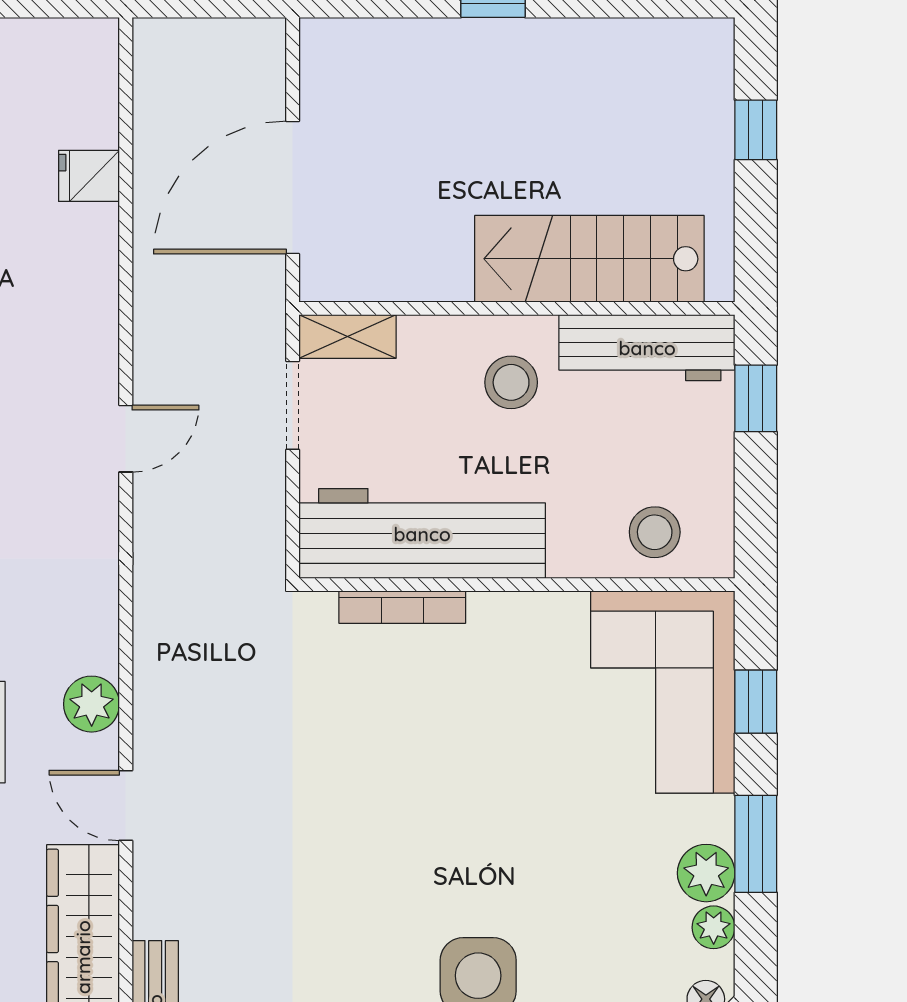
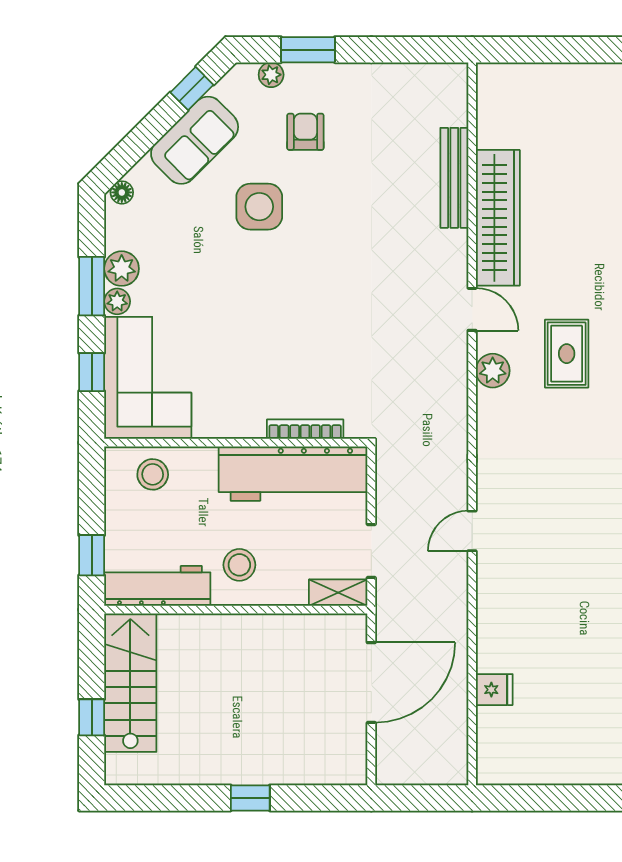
stairs: (589, 259) -> (130, 683), moved, turned -90
plant: (714, 927) -> (117, 301), moved

